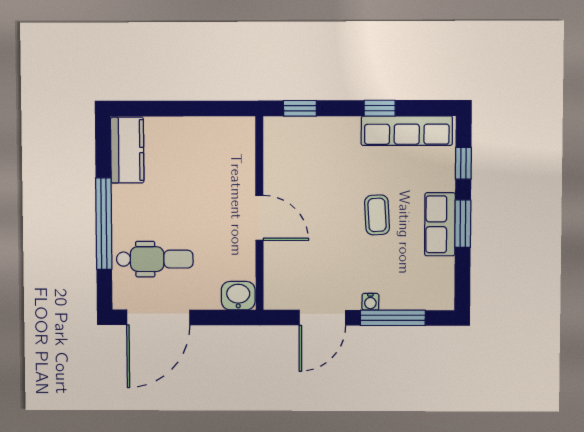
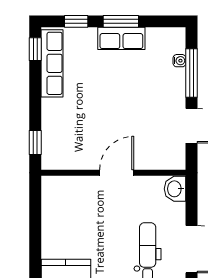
window: (380, 108) -> (35, 49), moved
coffee table: (377, 215) -> (114, 85), removed
water cooler: (370, 302) -> (179, 61), moved

